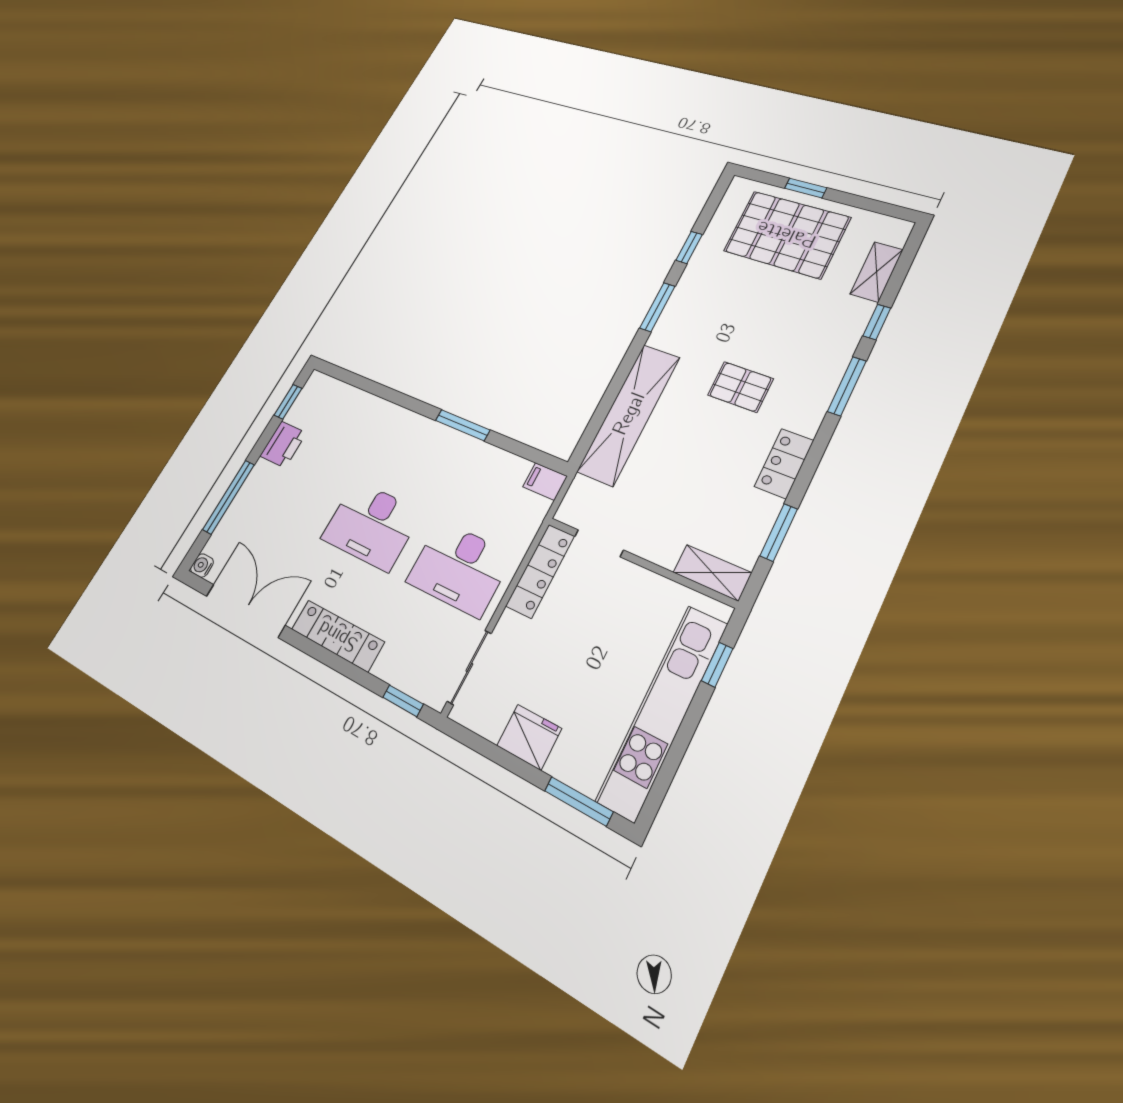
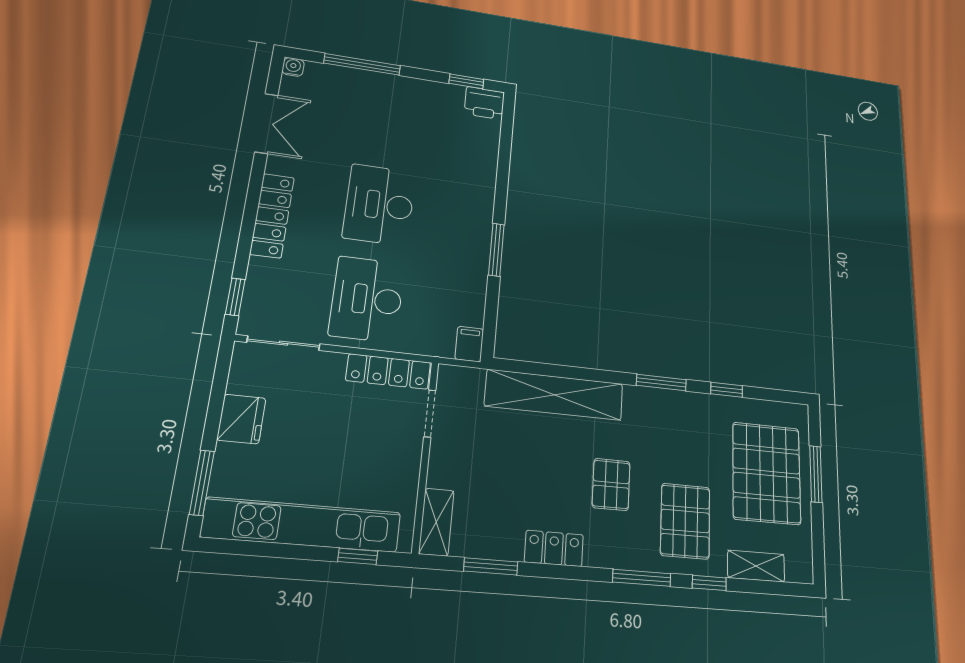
window: (806, 188) -> (816, 474), width x1.50
pallet: (805, 326) -> (685, 521), added
printer: (283, 444) -> (484, 103), moved
double door: (245, 611) -> (266, 123), width x0.73

